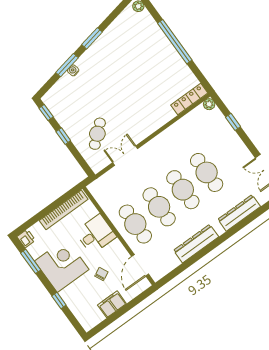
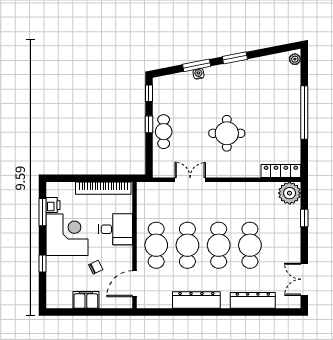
round table: (127, 100) -> (227, 133), added
plant: (209, 104) -> (290, 193), width x1.88, depth x1.88
cafe table: (97, 134) -> (164, 132), moved, turned -49
printer: (26, 239) -> (53, 205), moved

